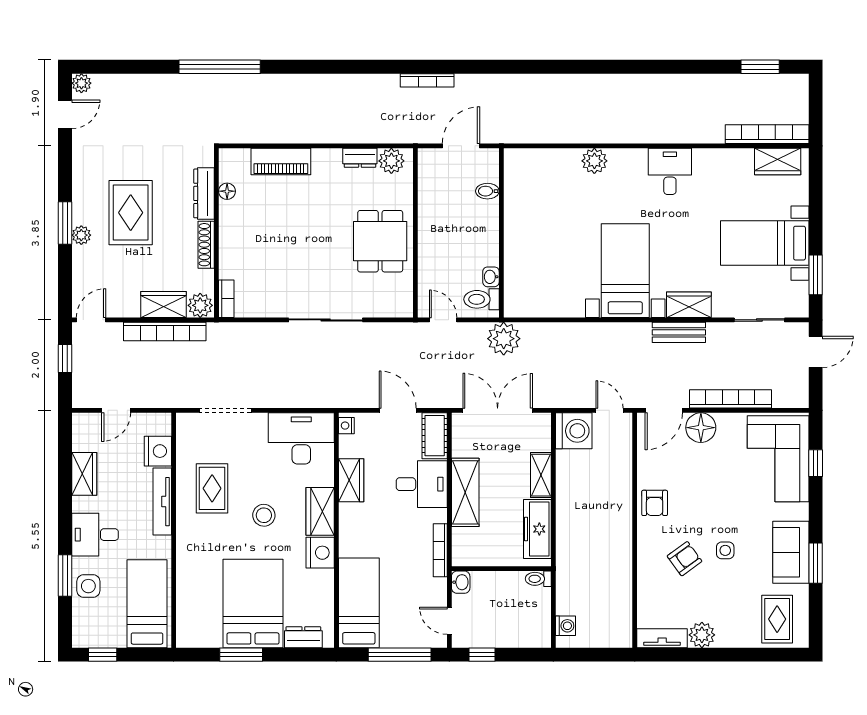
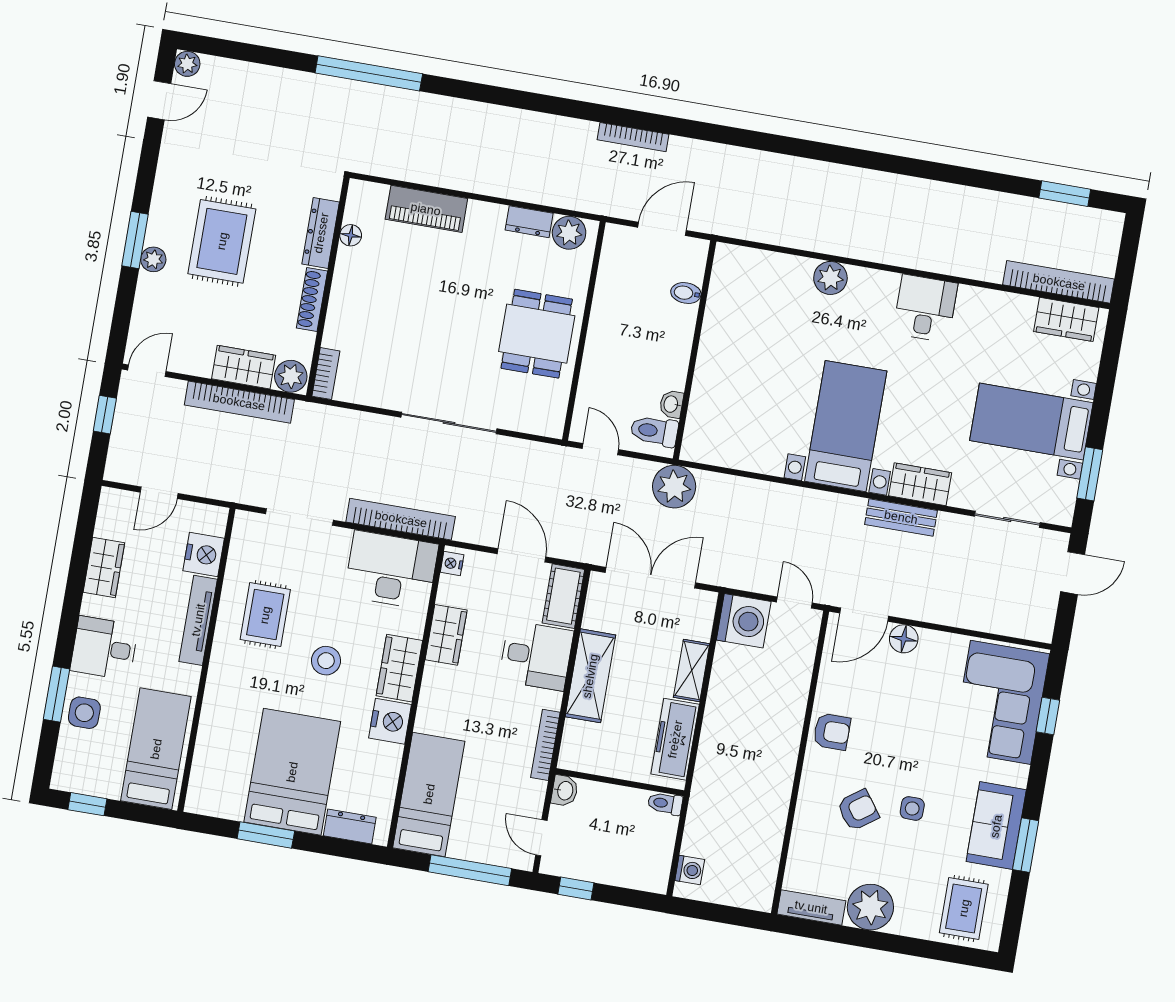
bookcase: (730, 399) -> (401, 519), moved
floor lamp: (701, 428) -> (904, 639), width x0.73, depth x0.73
armchair: (655, 503) -> (832, 732), turned -90
plant: (702, 635) -> (870, 907), width x1.36, depth x1.36

